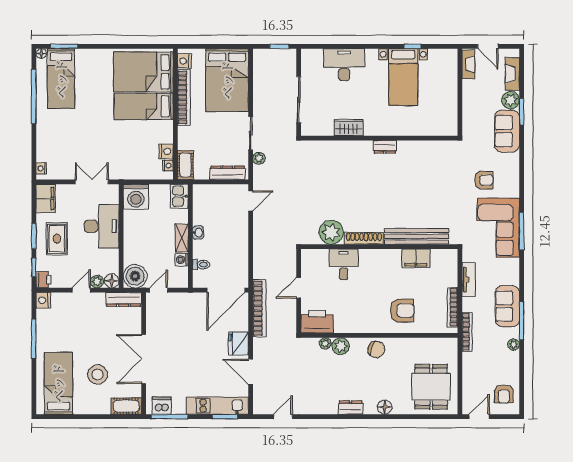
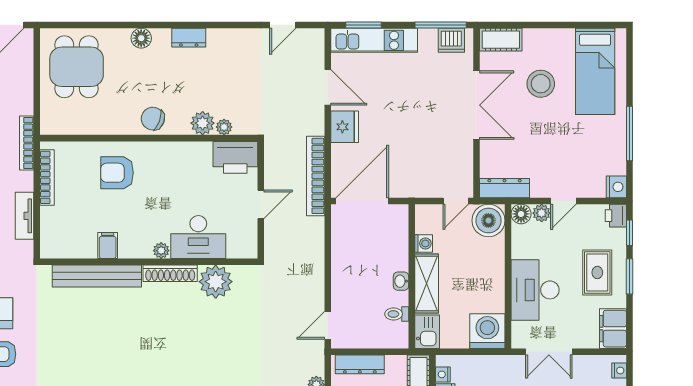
shelving: (182, 238) -> (427, 284), width x1.50, depth x1.33
plant: (370, 255) -> (161, 251), added
filing cabinet: (416, 258) -> (108, 245), width x0.50
desk: (344, 264) -> (198, 237), width x1.37
toilet: (201, 265) -> (397, 314), moved

